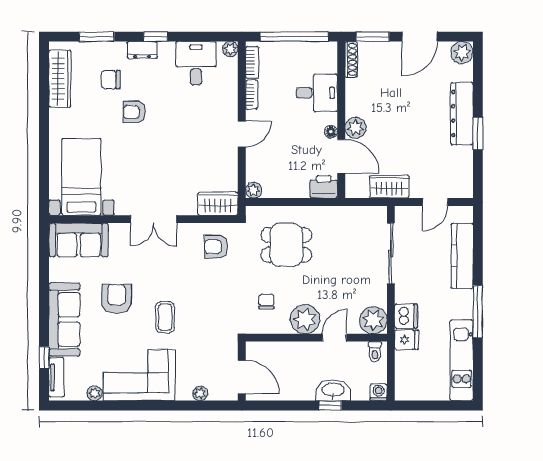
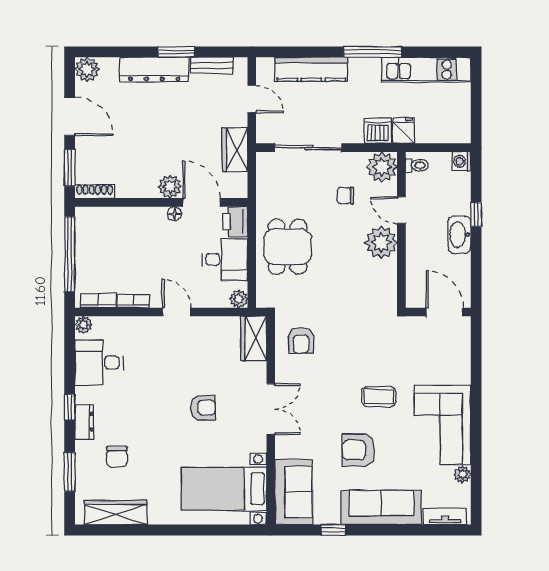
desk: (317, 93) -> (225, 259), moved, turned 90
armchair: (134, 112) -> (203, 408), moved, turned -90
door: (341, 156) -> (202, 202), hinge flipped
bench: (466, 166) -> (212, 65), added
dining table: (286, 245) -> (288, 247), moved
chair: (266, 301) -> (345, 196), moved
window: (44, 358) -> (333, 530), moved
door: (242, 377) -> (445, 312), hinge flipped
washbasin: (333, 390) -> (459, 235), moved
plant: (200, 393) -> (463, 358), removed

